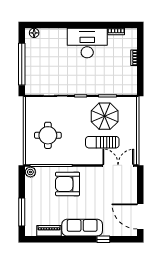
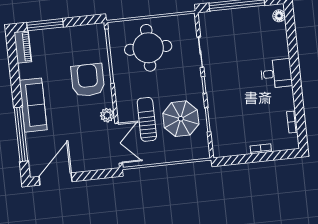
desk: (87, 43) -> (276, 74), width x0.53, depth x0.77
round table: (48, 135) -> (148, 48), width x1.36, depth x1.36
plant: (30, 172) -> (107, 115), moved
piano: (49, 231) -> (23, 47), moved
window: (103, 239) -> (21, 134), width x3.17

